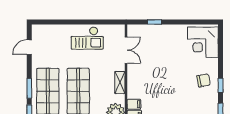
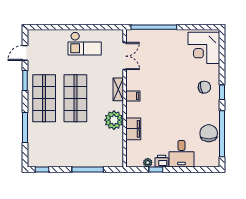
window: (154, 22) -> (154, 27), width x3.17
window: (29, 88) -> (25, 81), moved
filing cabinet: (134, 104) -> (133, 96), moved

